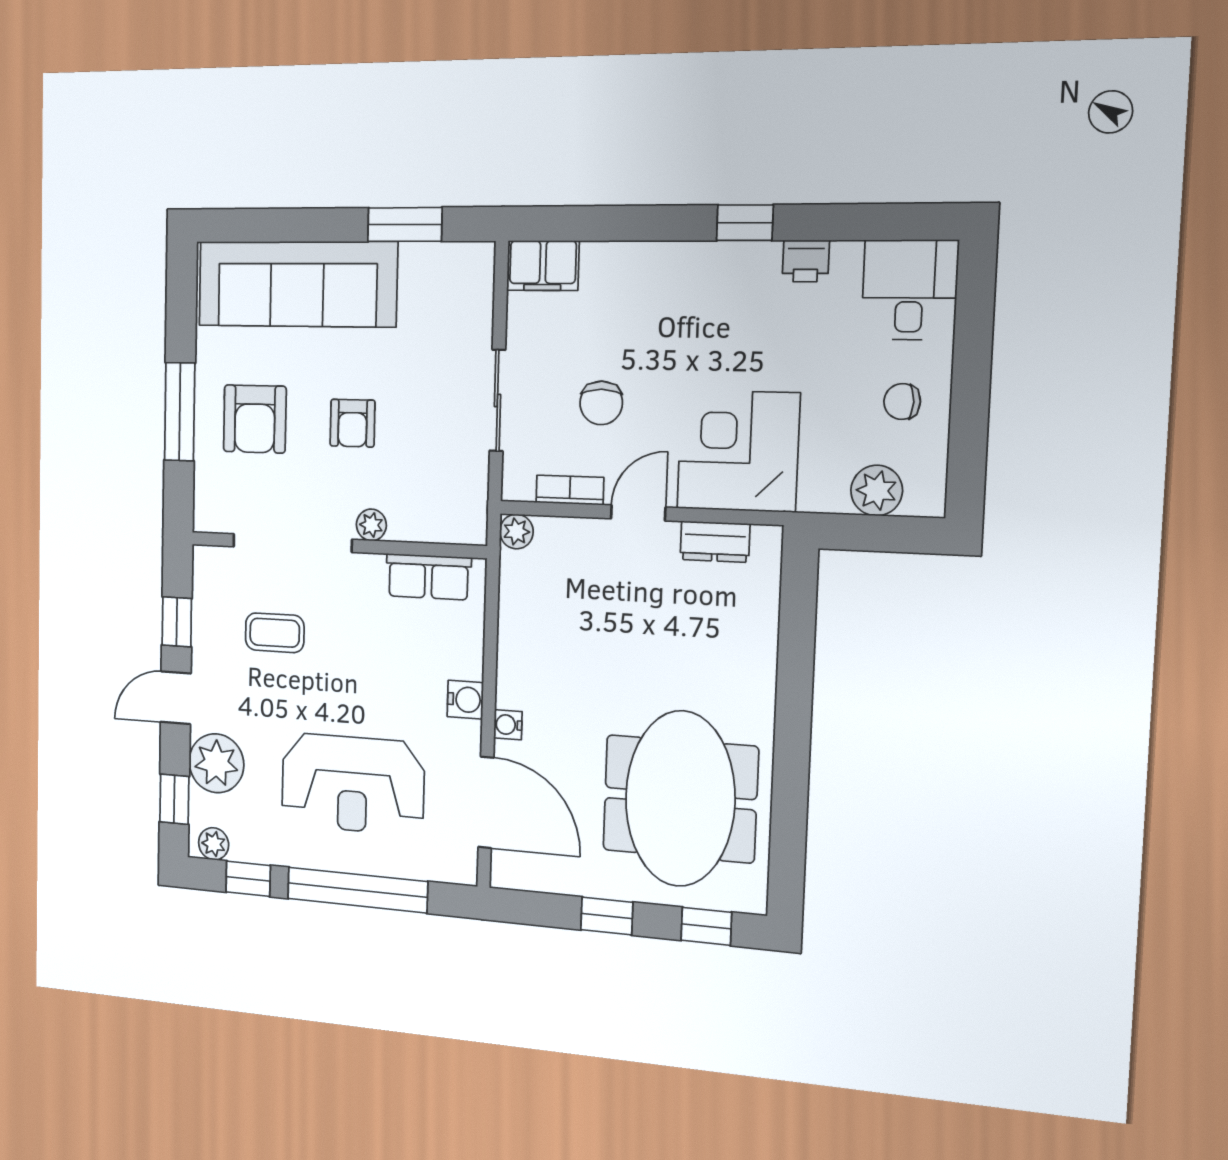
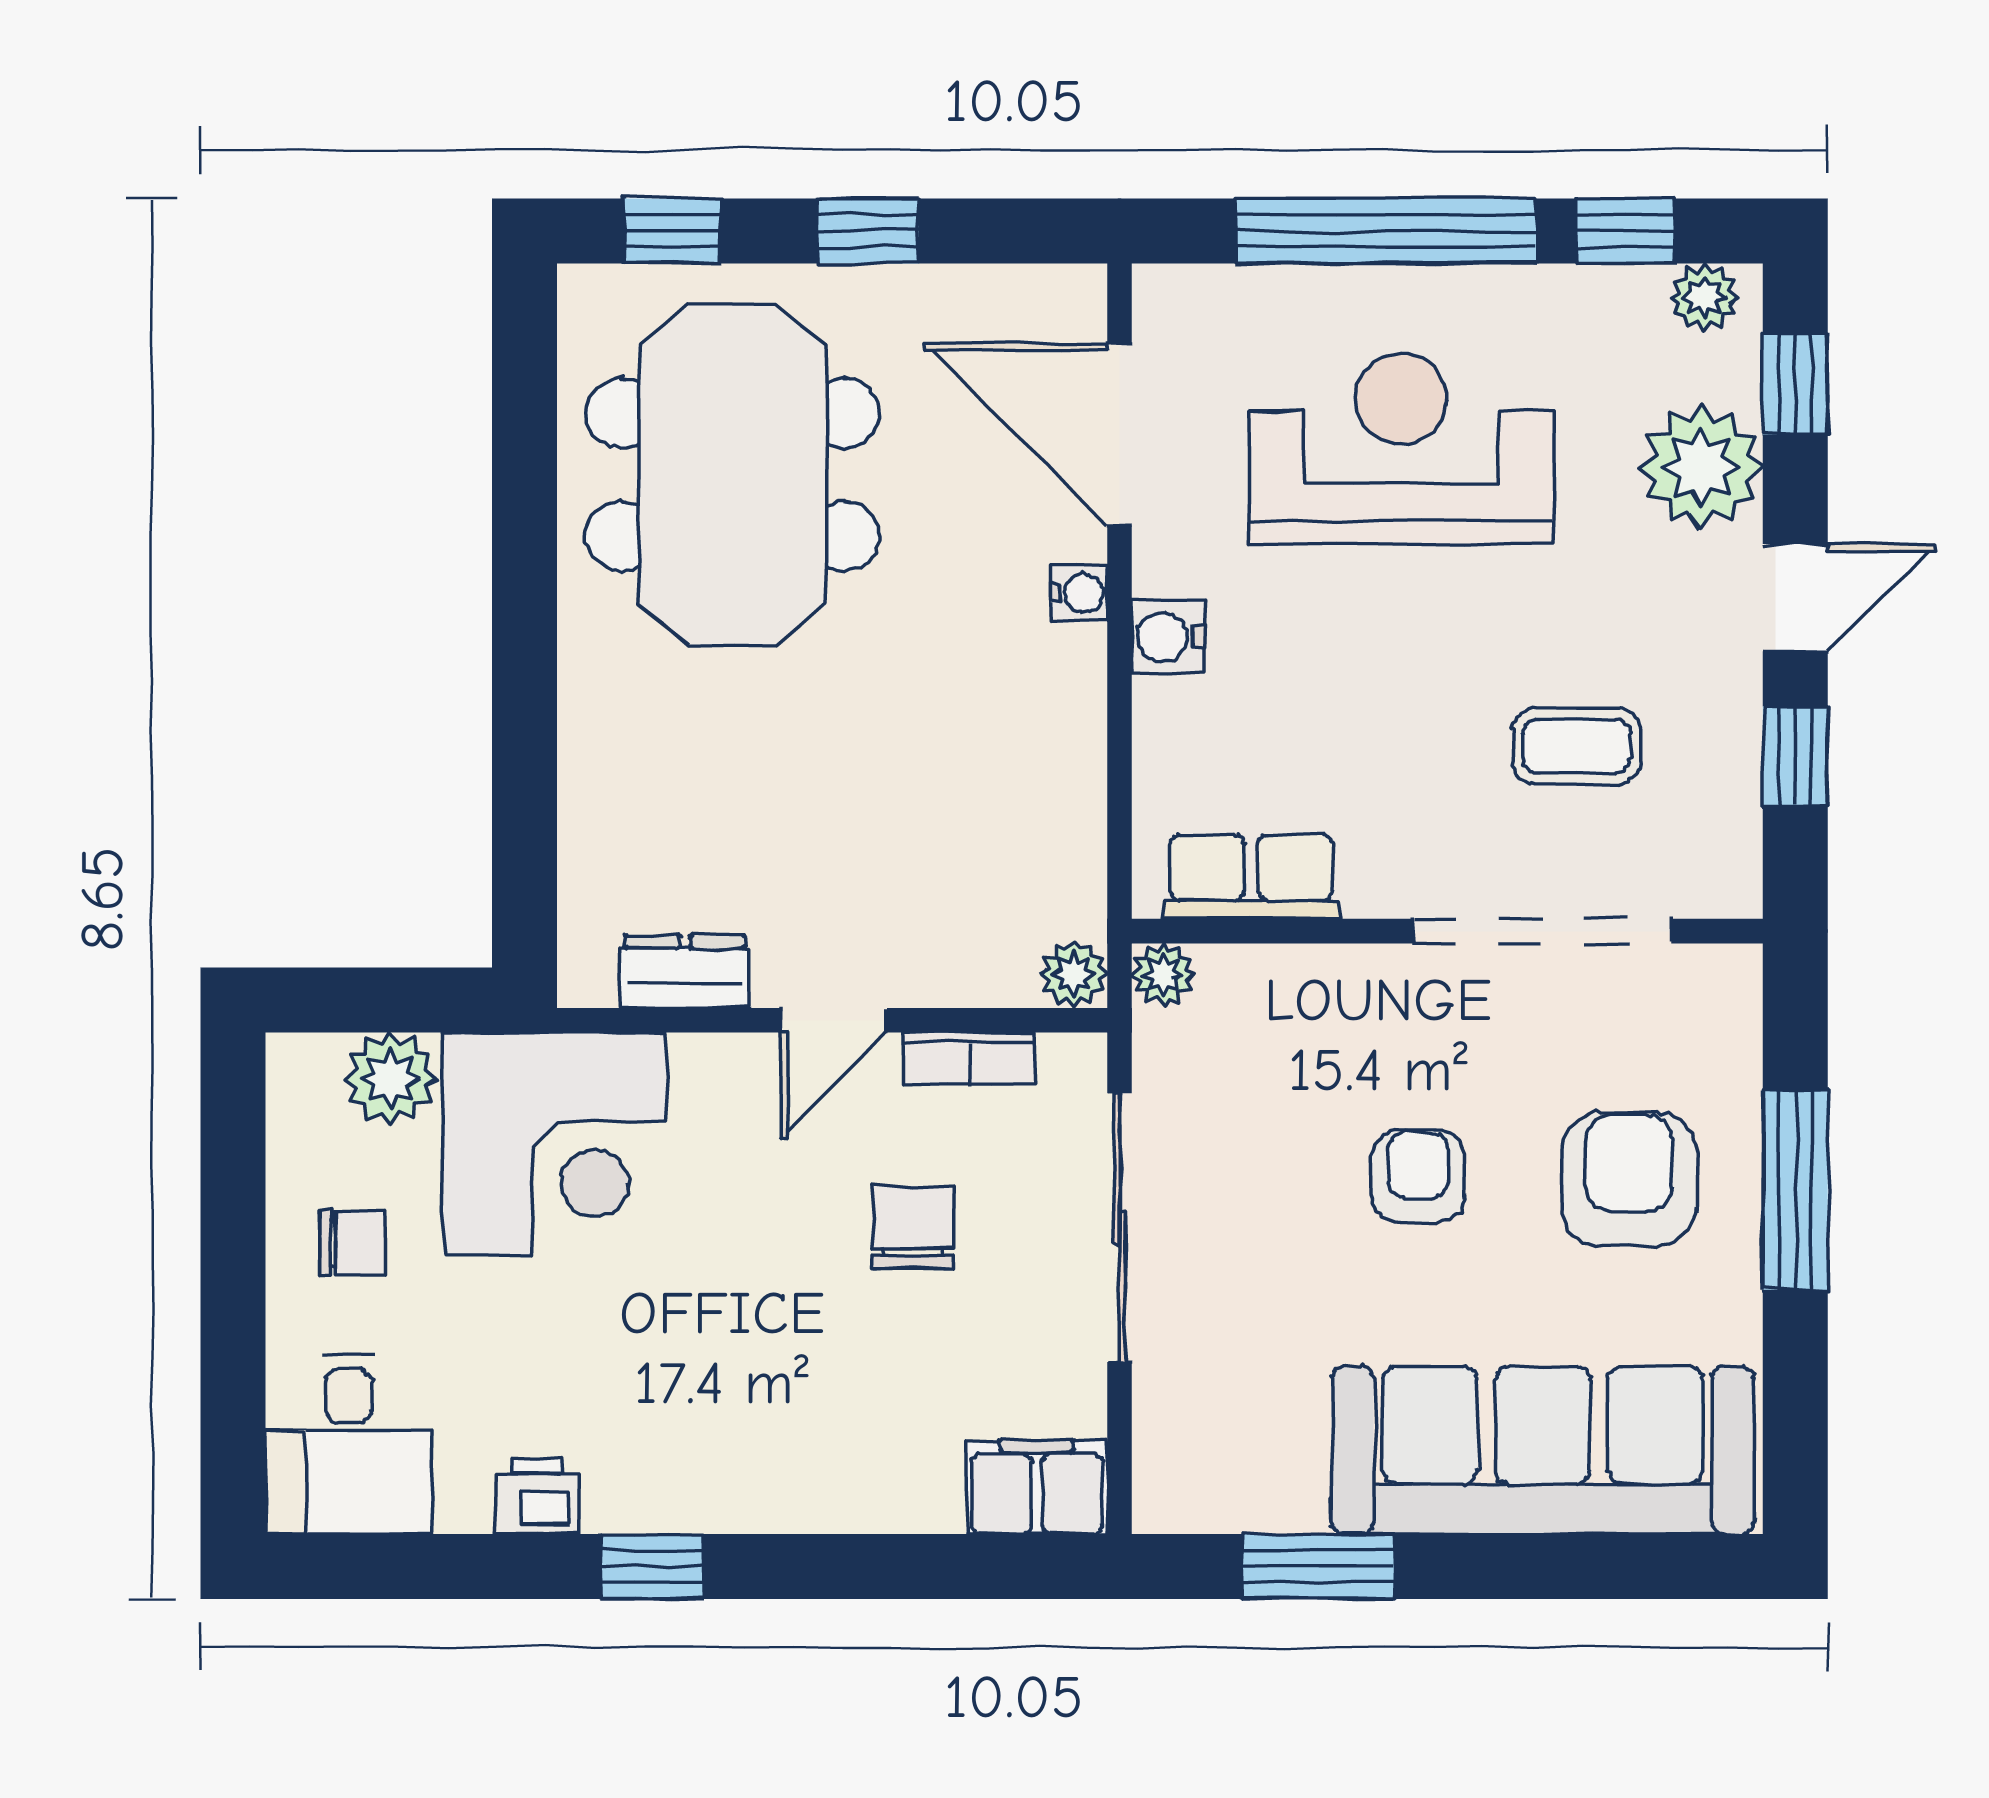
sliding door: (497, 400) -> (1119, 1228), width x1.37
corner desk: (738, 451) -> (555, 1144), moved
plant: (371, 525) -> (1163, 975), moved

